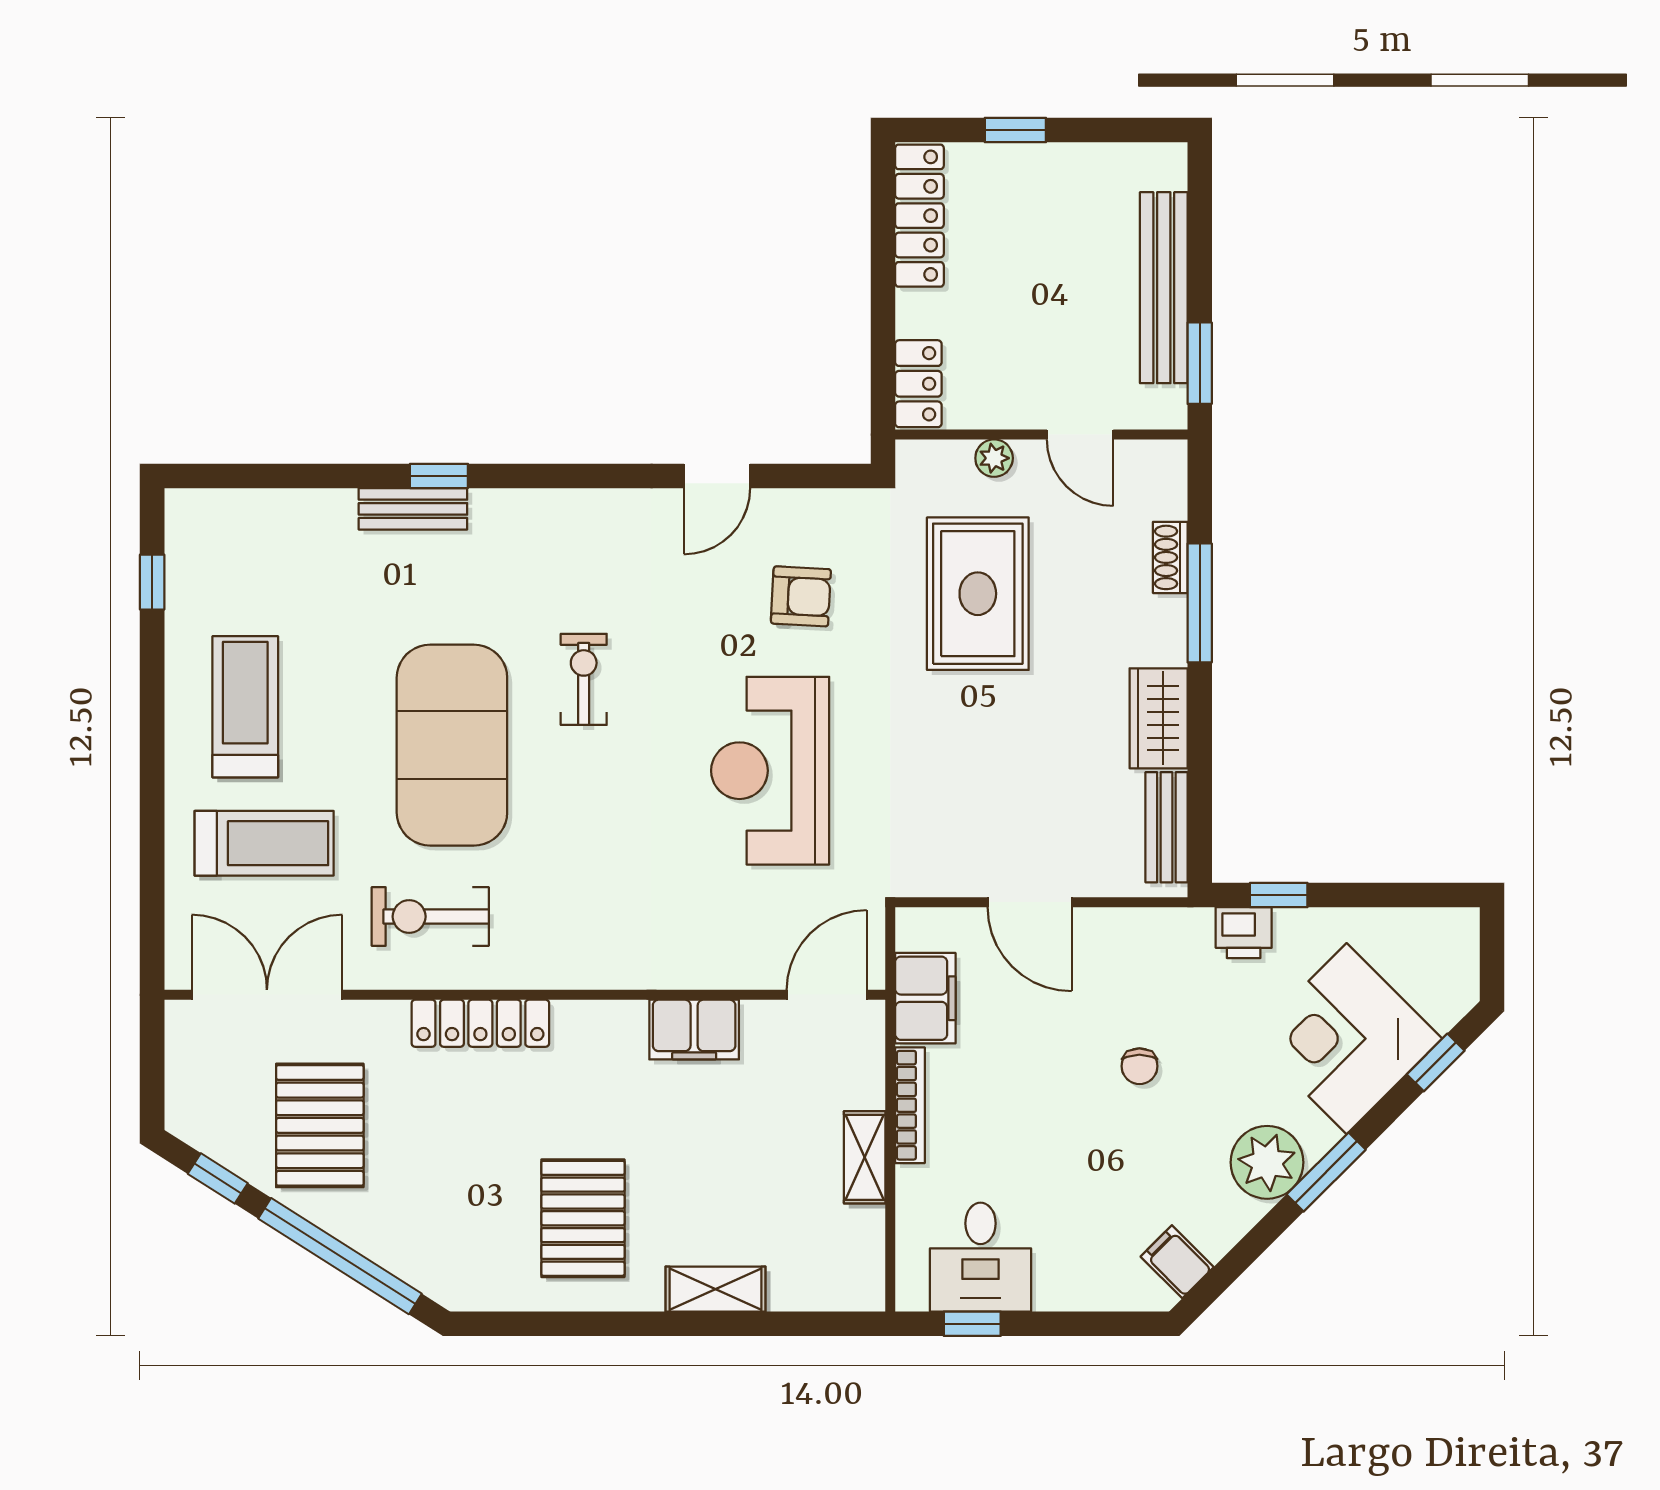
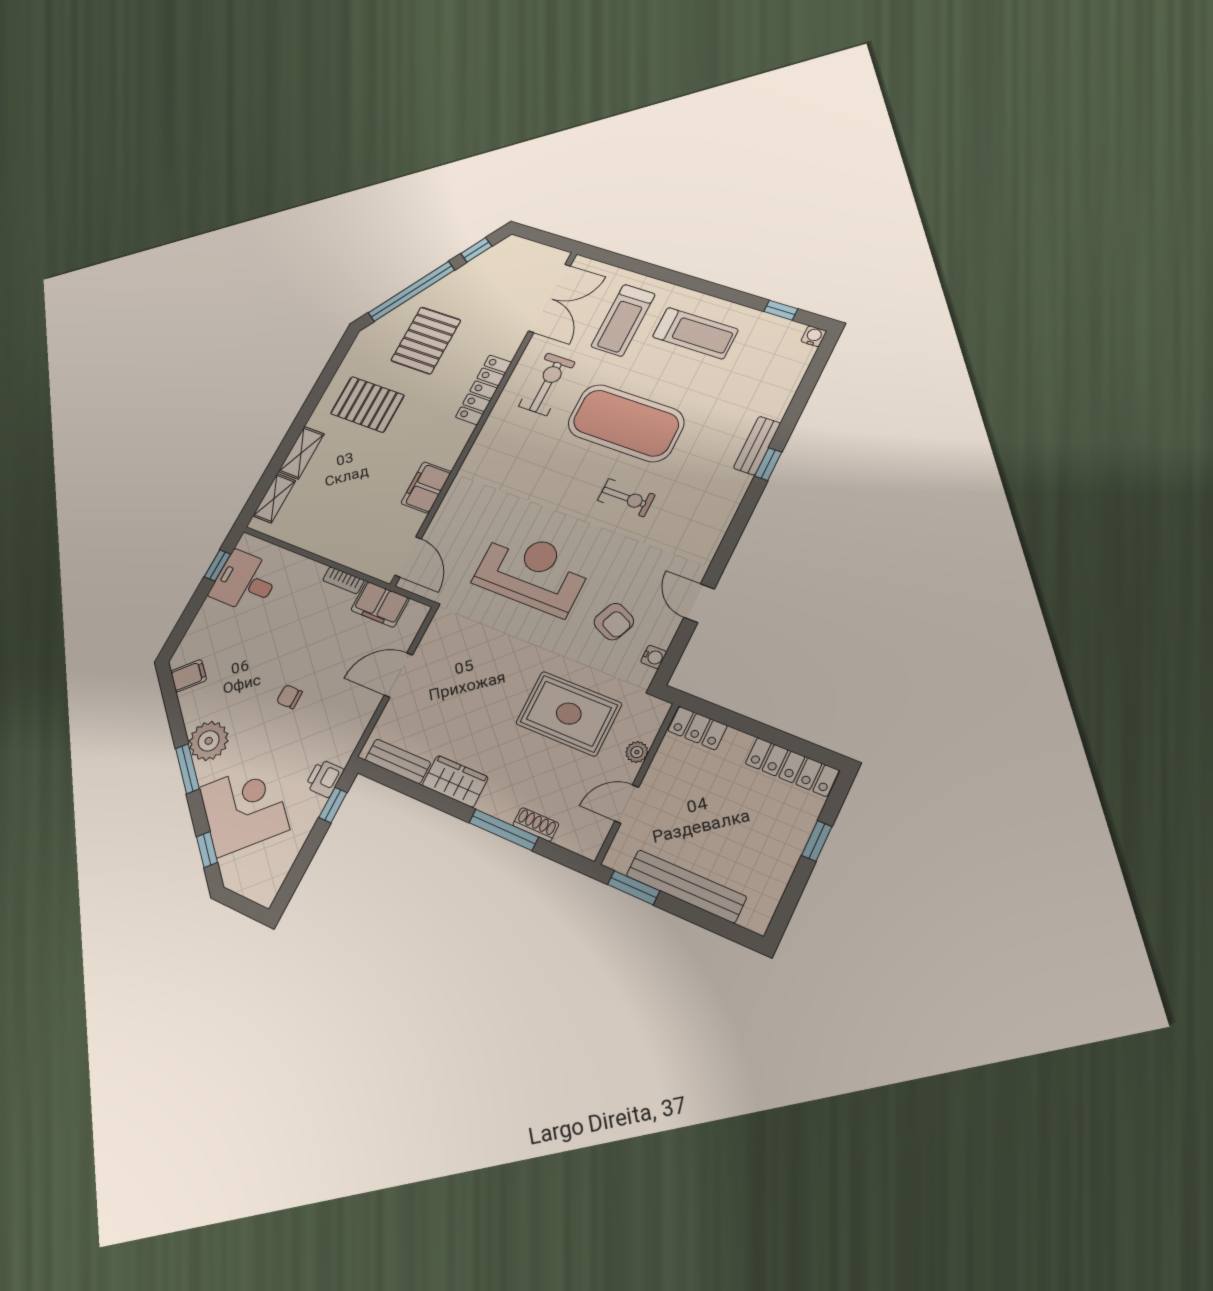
water cooler: (833, 505) -> (654, 657), added
water cooler: (182, 506) -> (814, 336), added
armchair: (801, 596) -> (614, 622), turned -69
bookcase: (910, 1105) -> (343, 580), width x0.64
pallet: (320, 1125) -> (426, 340), moved, turned 90
shelving: (865, 1157) -> (274, 498), moved, turned 90

